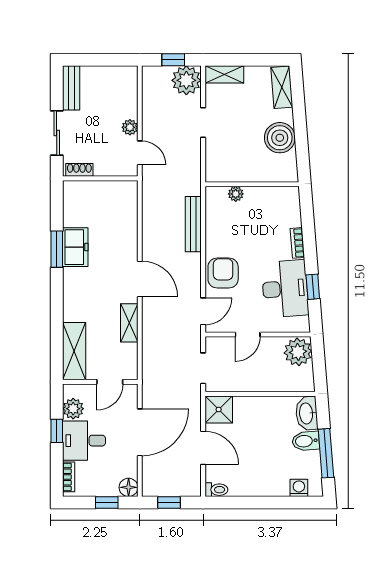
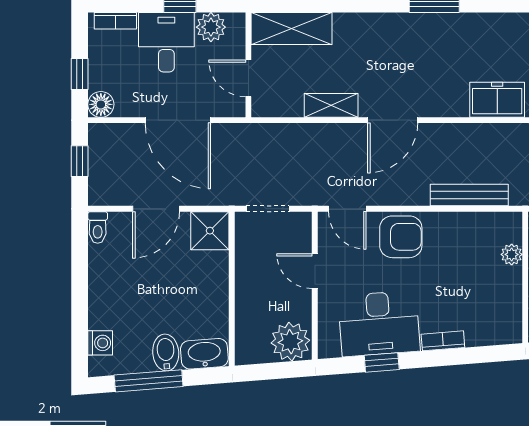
freezer: (75, 247) -> (497, 100), moved, turned 180

